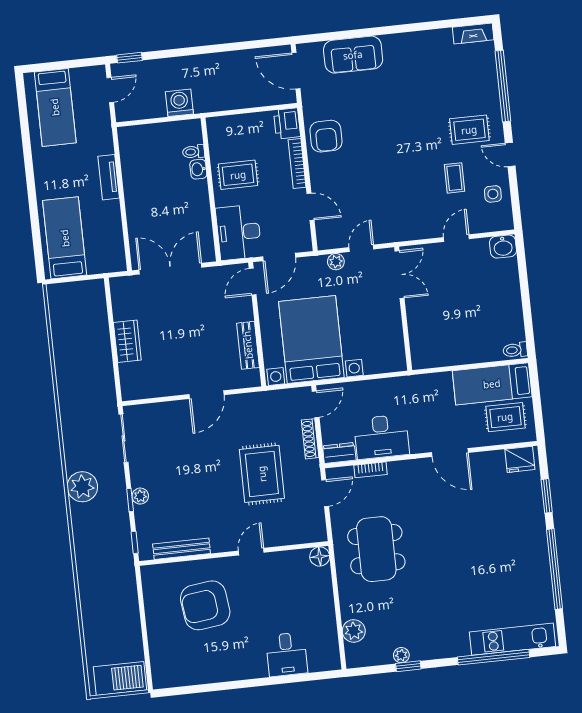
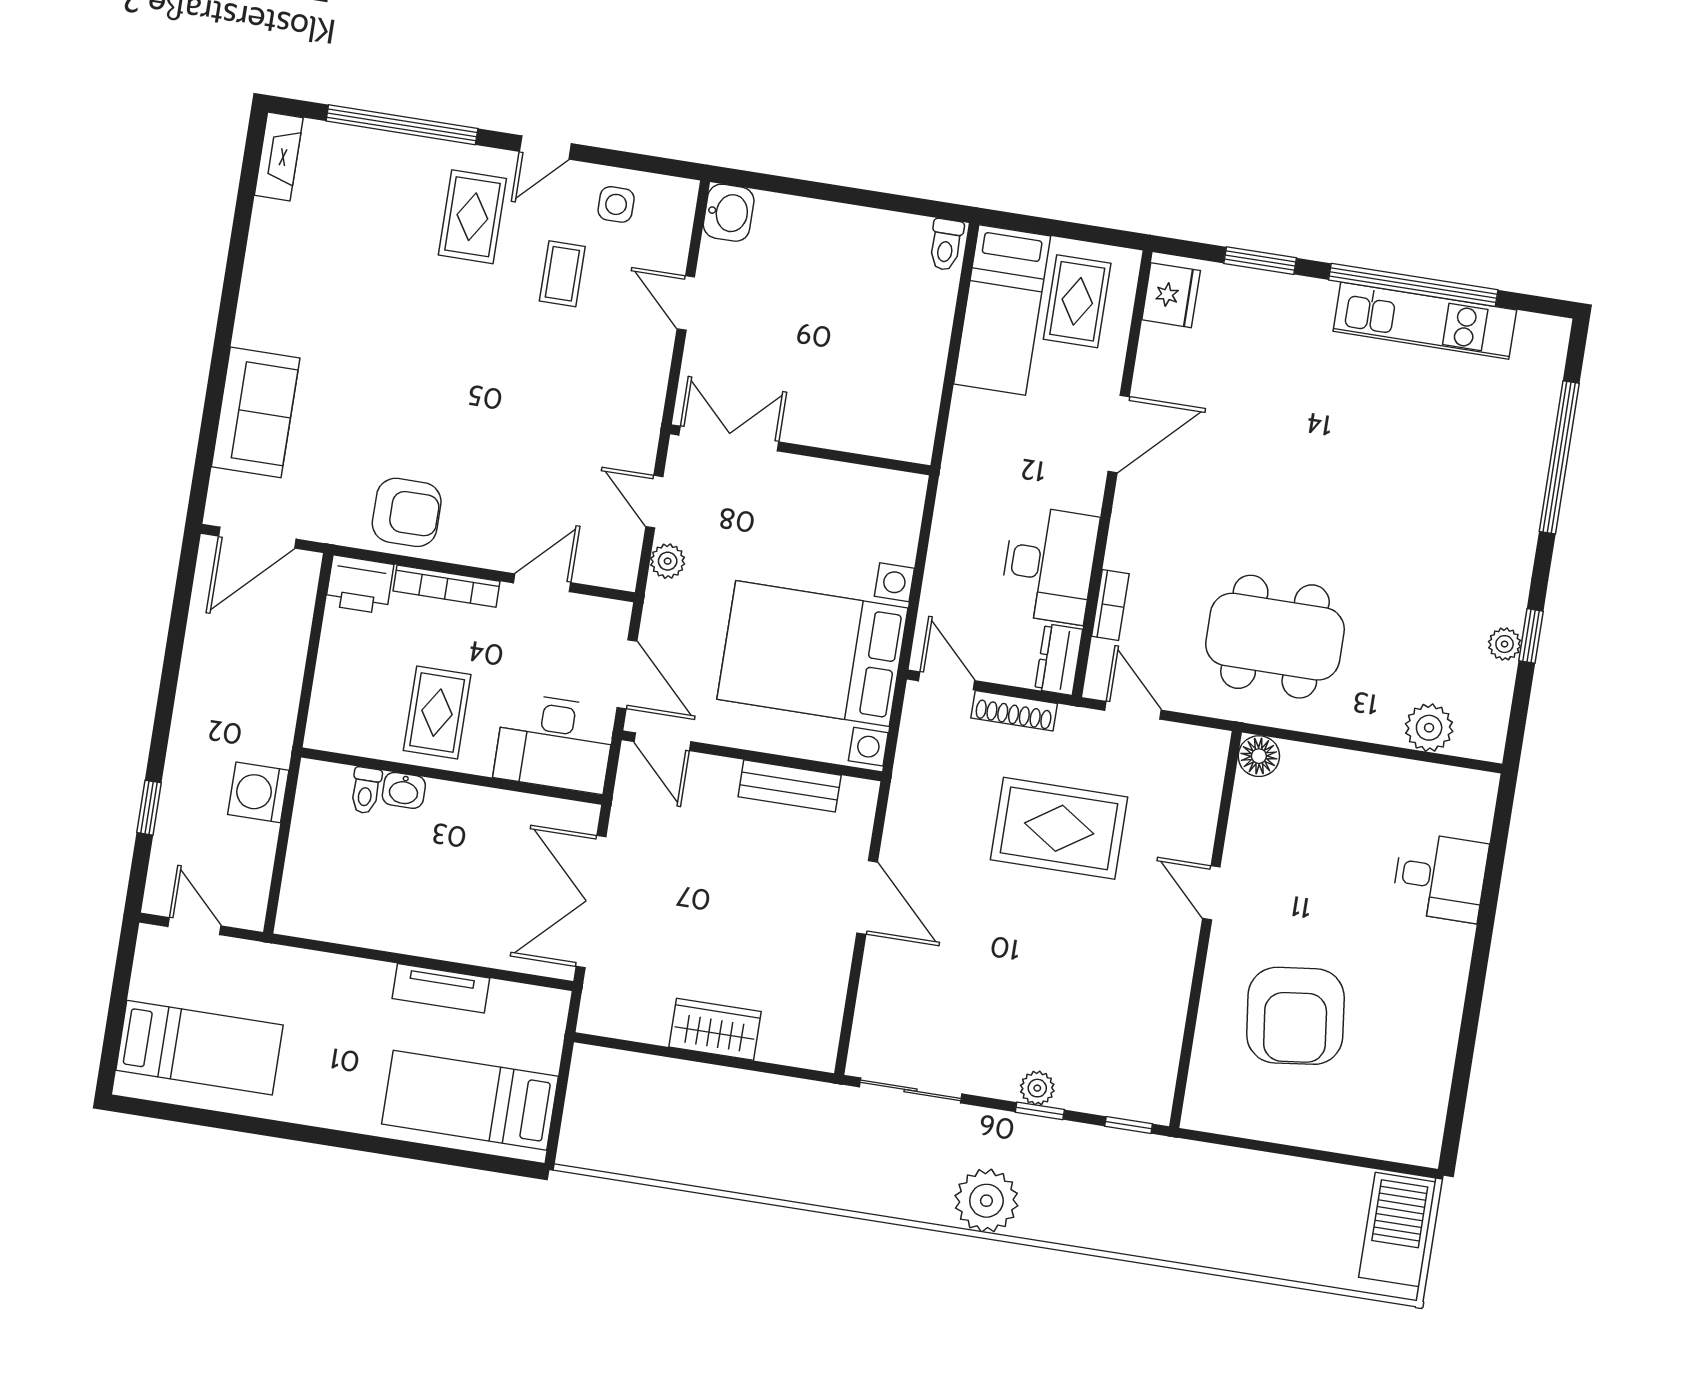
window: (129, 58) -> (149, 808), moved
tv unit: (109, 177) -> (441, 988), moved
coffee table: (454, 178) -> (562, 274), turned 90
bench: (182, 549) -> (1167, 1033), removed
kitchen unit: (513, 639) -> (1425, 321), moved, turned -90

